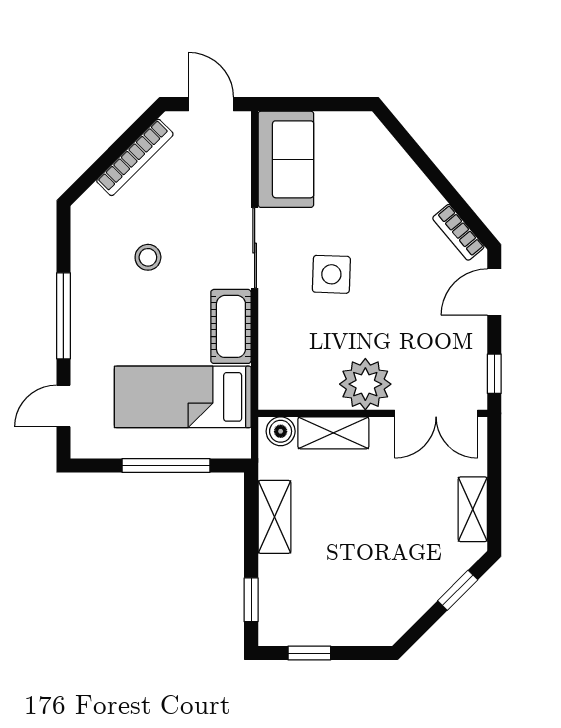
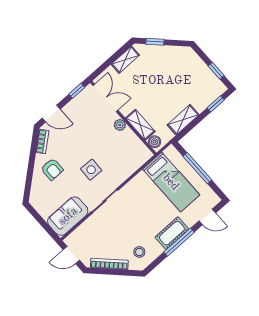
door: (211, 104) -> (71, 255), hinge flipped
armchair: (394, 205) -> (52, 169), added
stool: (148, 257) -> (139, 252), moved
cot: (231, 326) -> (172, 233), moved
plant: (365, 384) -> (120, 125), width x0.53, depth x0.53

